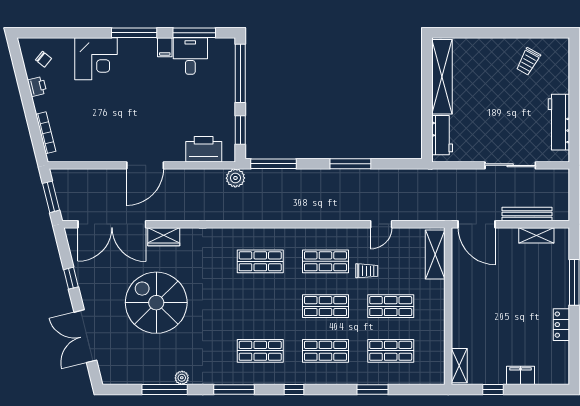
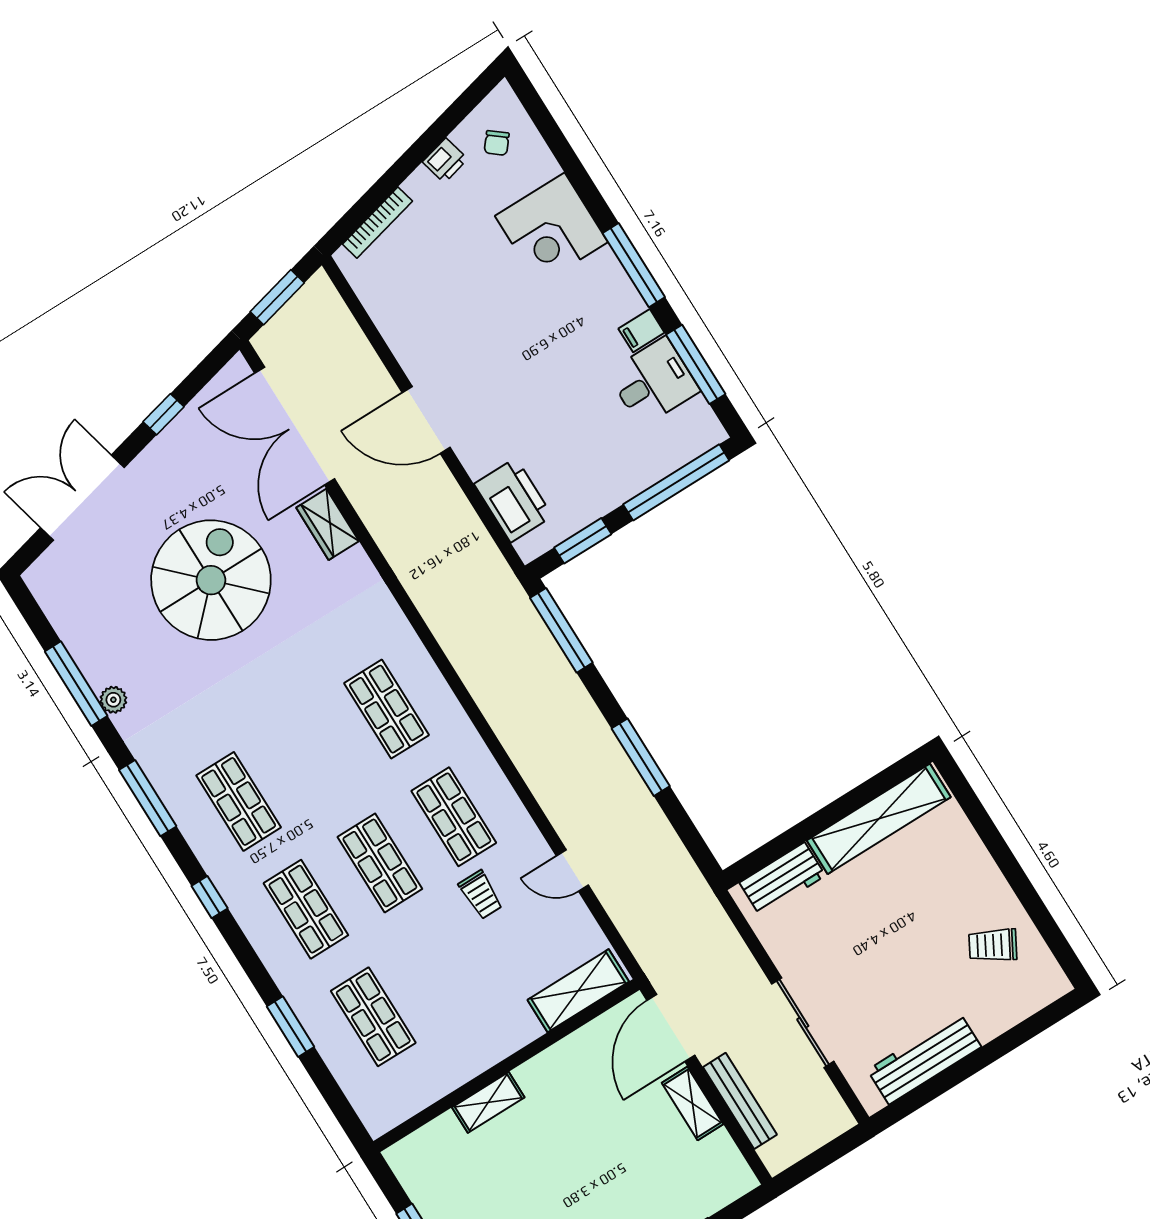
plant: (235, 178) -> (498, 582), removed
shelving: (536, 235) -> (692, 1103), moved
shop shelf: (391, 306) -> (447, 971), removed
shelving: (459, 366) -> (488, 1102), moved

